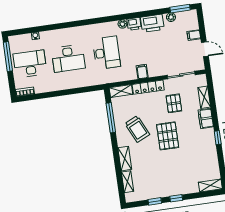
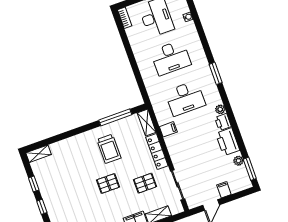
window: (90, 22) -> (216, 73), added
desk: (68, 58) -> (171, 58), turned -90
filing cabinet: (142, 72) -> (168, 129), moved
trolley: (137, 129) -> (109, 149), turned -65
pallet: (168, 136) -> (108, 183), width x0.67, depth x0.71
shelving: (125, 159) -> (74, 142), removed
shelving: (128, 182) -> (39, 154), moved

